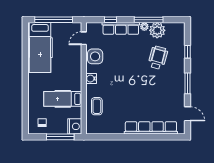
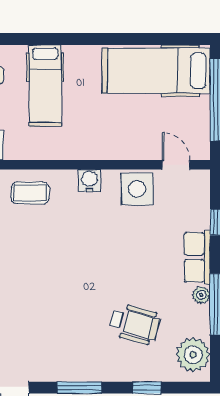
row of seats: (121, 28) -> (197, 257), width x0.68
plant: (157, 30) -> (193, 355), moved
hospital bed: (63, 99) -> (45, 86), moved, turned 180

